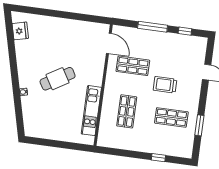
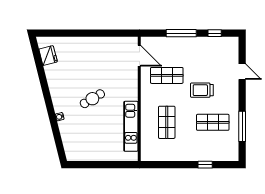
cafe table: (58, 79) -> (92, 99), width x0.73, depth x0.74
window: (199, 125) -> (242, 126), width x1.44

